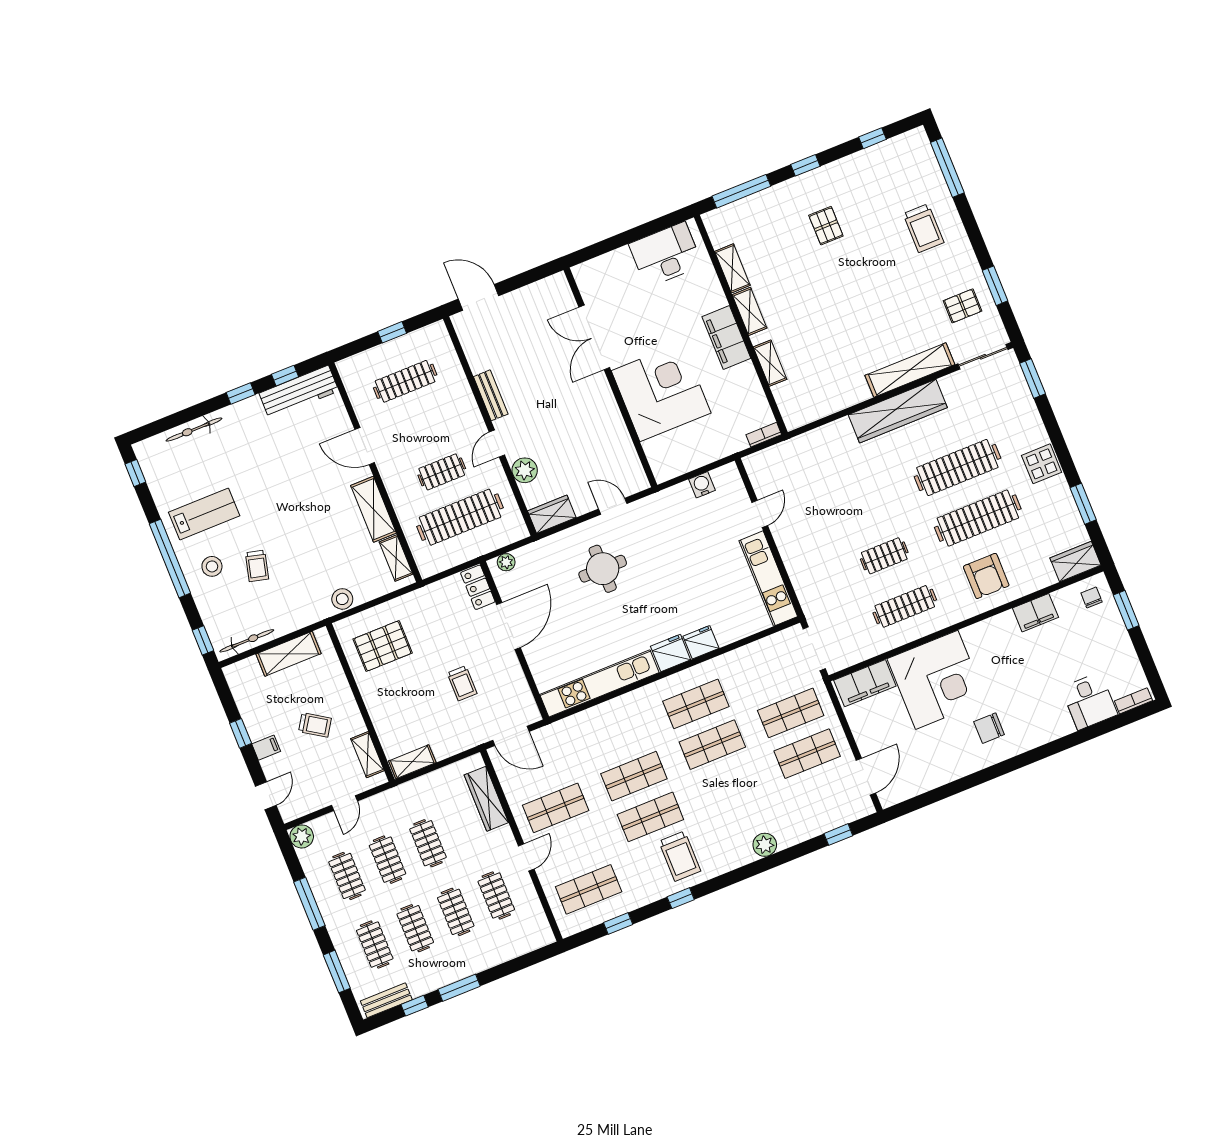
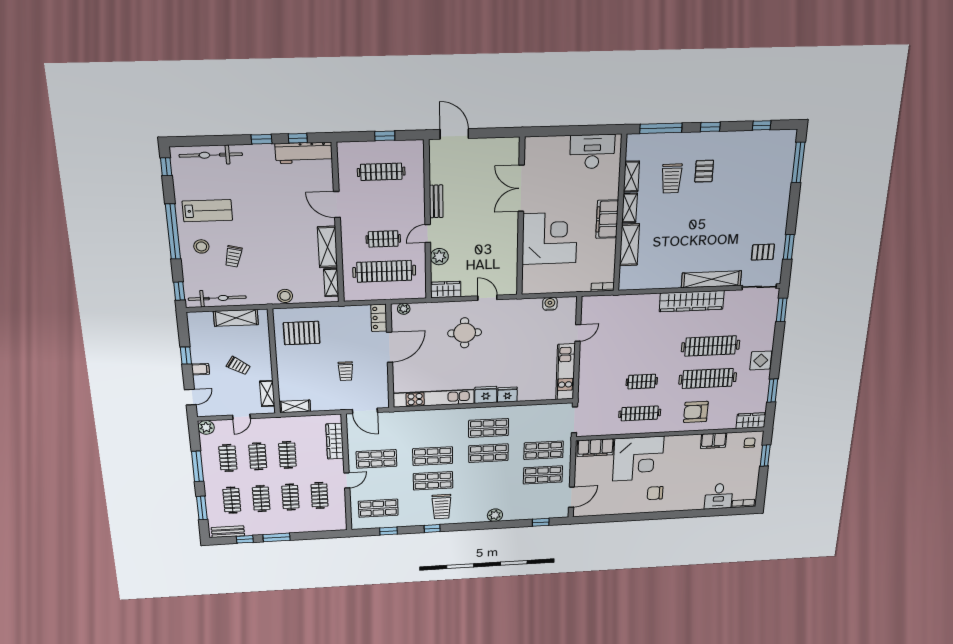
trolley: (923, 228) -> (672, 178), moved
shelving: (770, 363) -> (629, 245), width x1.50, depth x1.33
bicycle: (194, 430) -> (211, 155), width x1.37, depth x1.40
armchair: (986, 576) -> (696, 412), turned 90
bicycle: (247, 641) -> (217, 298), width x1.37, depth x1.40

